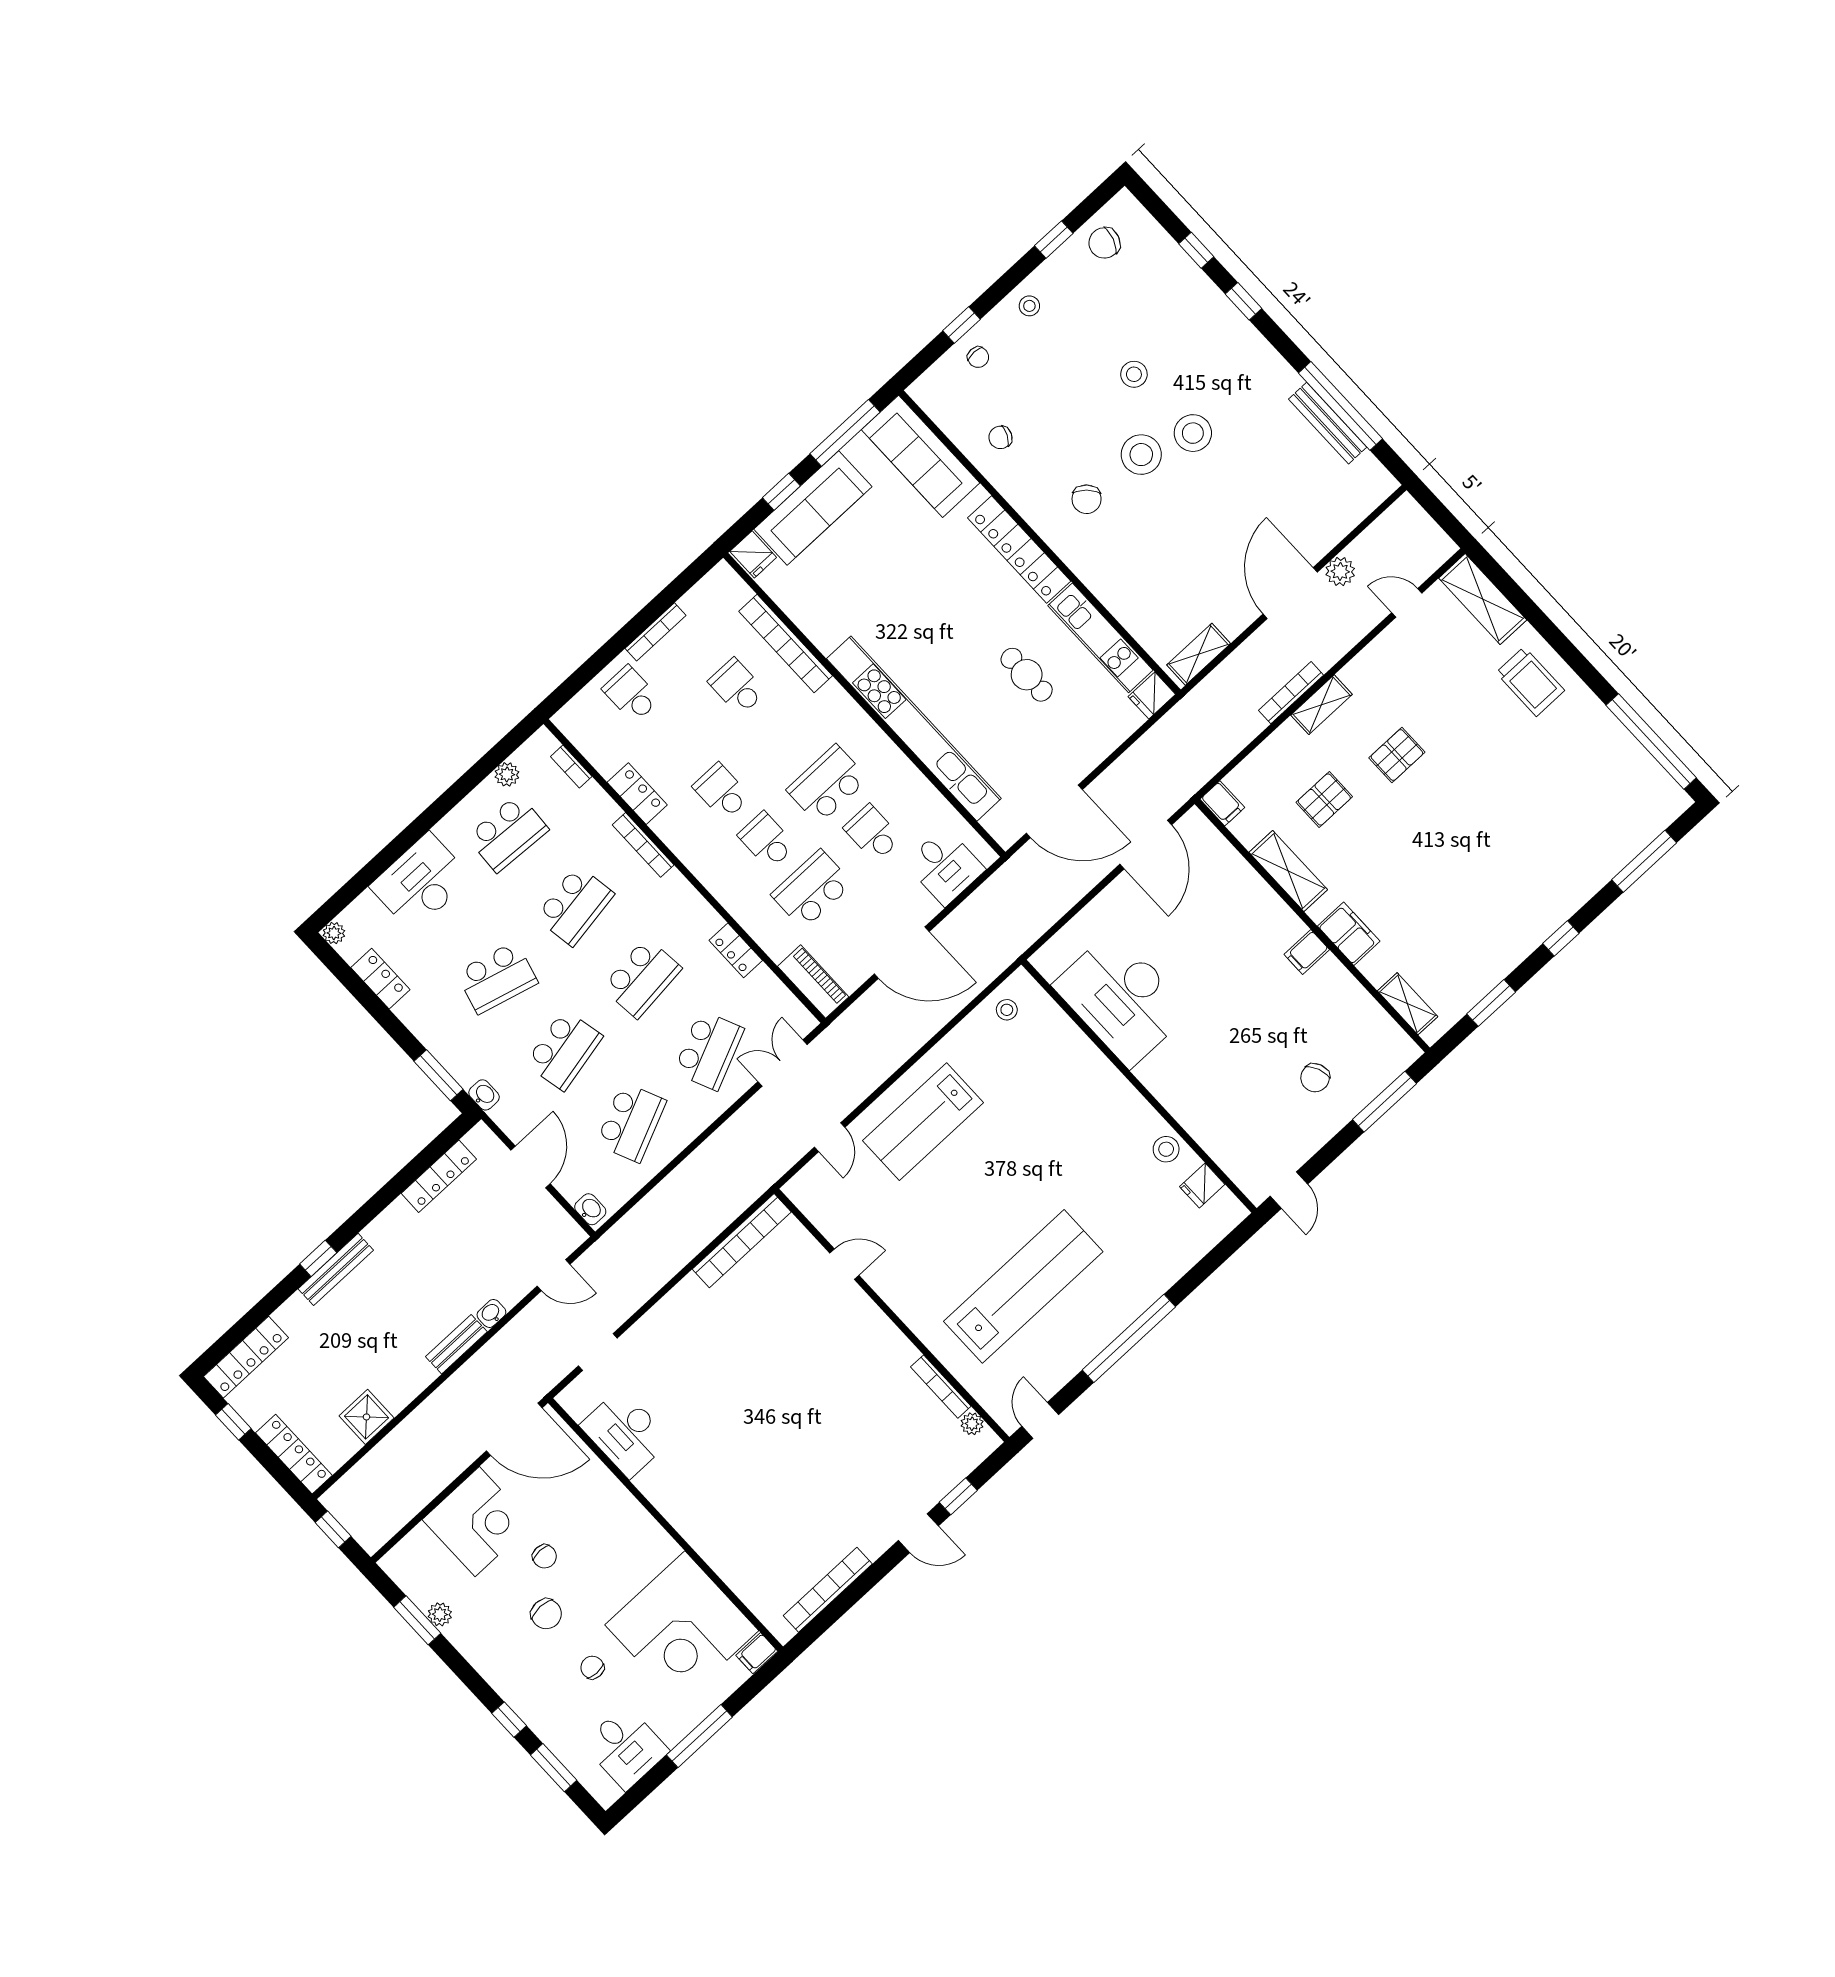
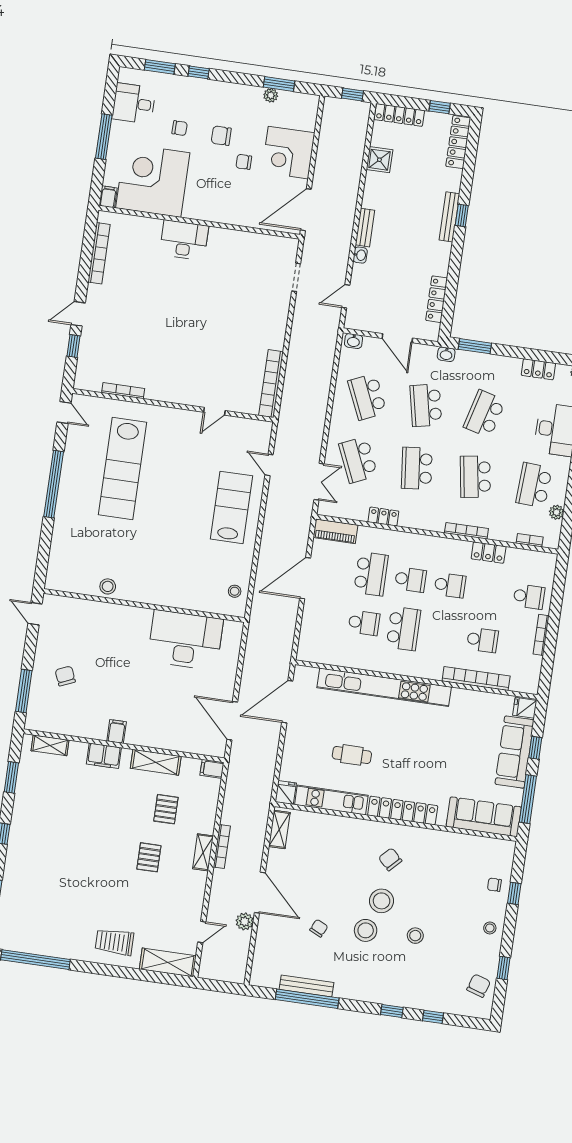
chair: (1000, 437) -> (319, 928), moved
desk: (945, 866) -> (318, 635), removed
fridge: (1202, 1185) -> (77, 583), removed
plant: (972, 1424) -> (95, 385), removed
desk: (625, 1433) -> (184, 240), moved

